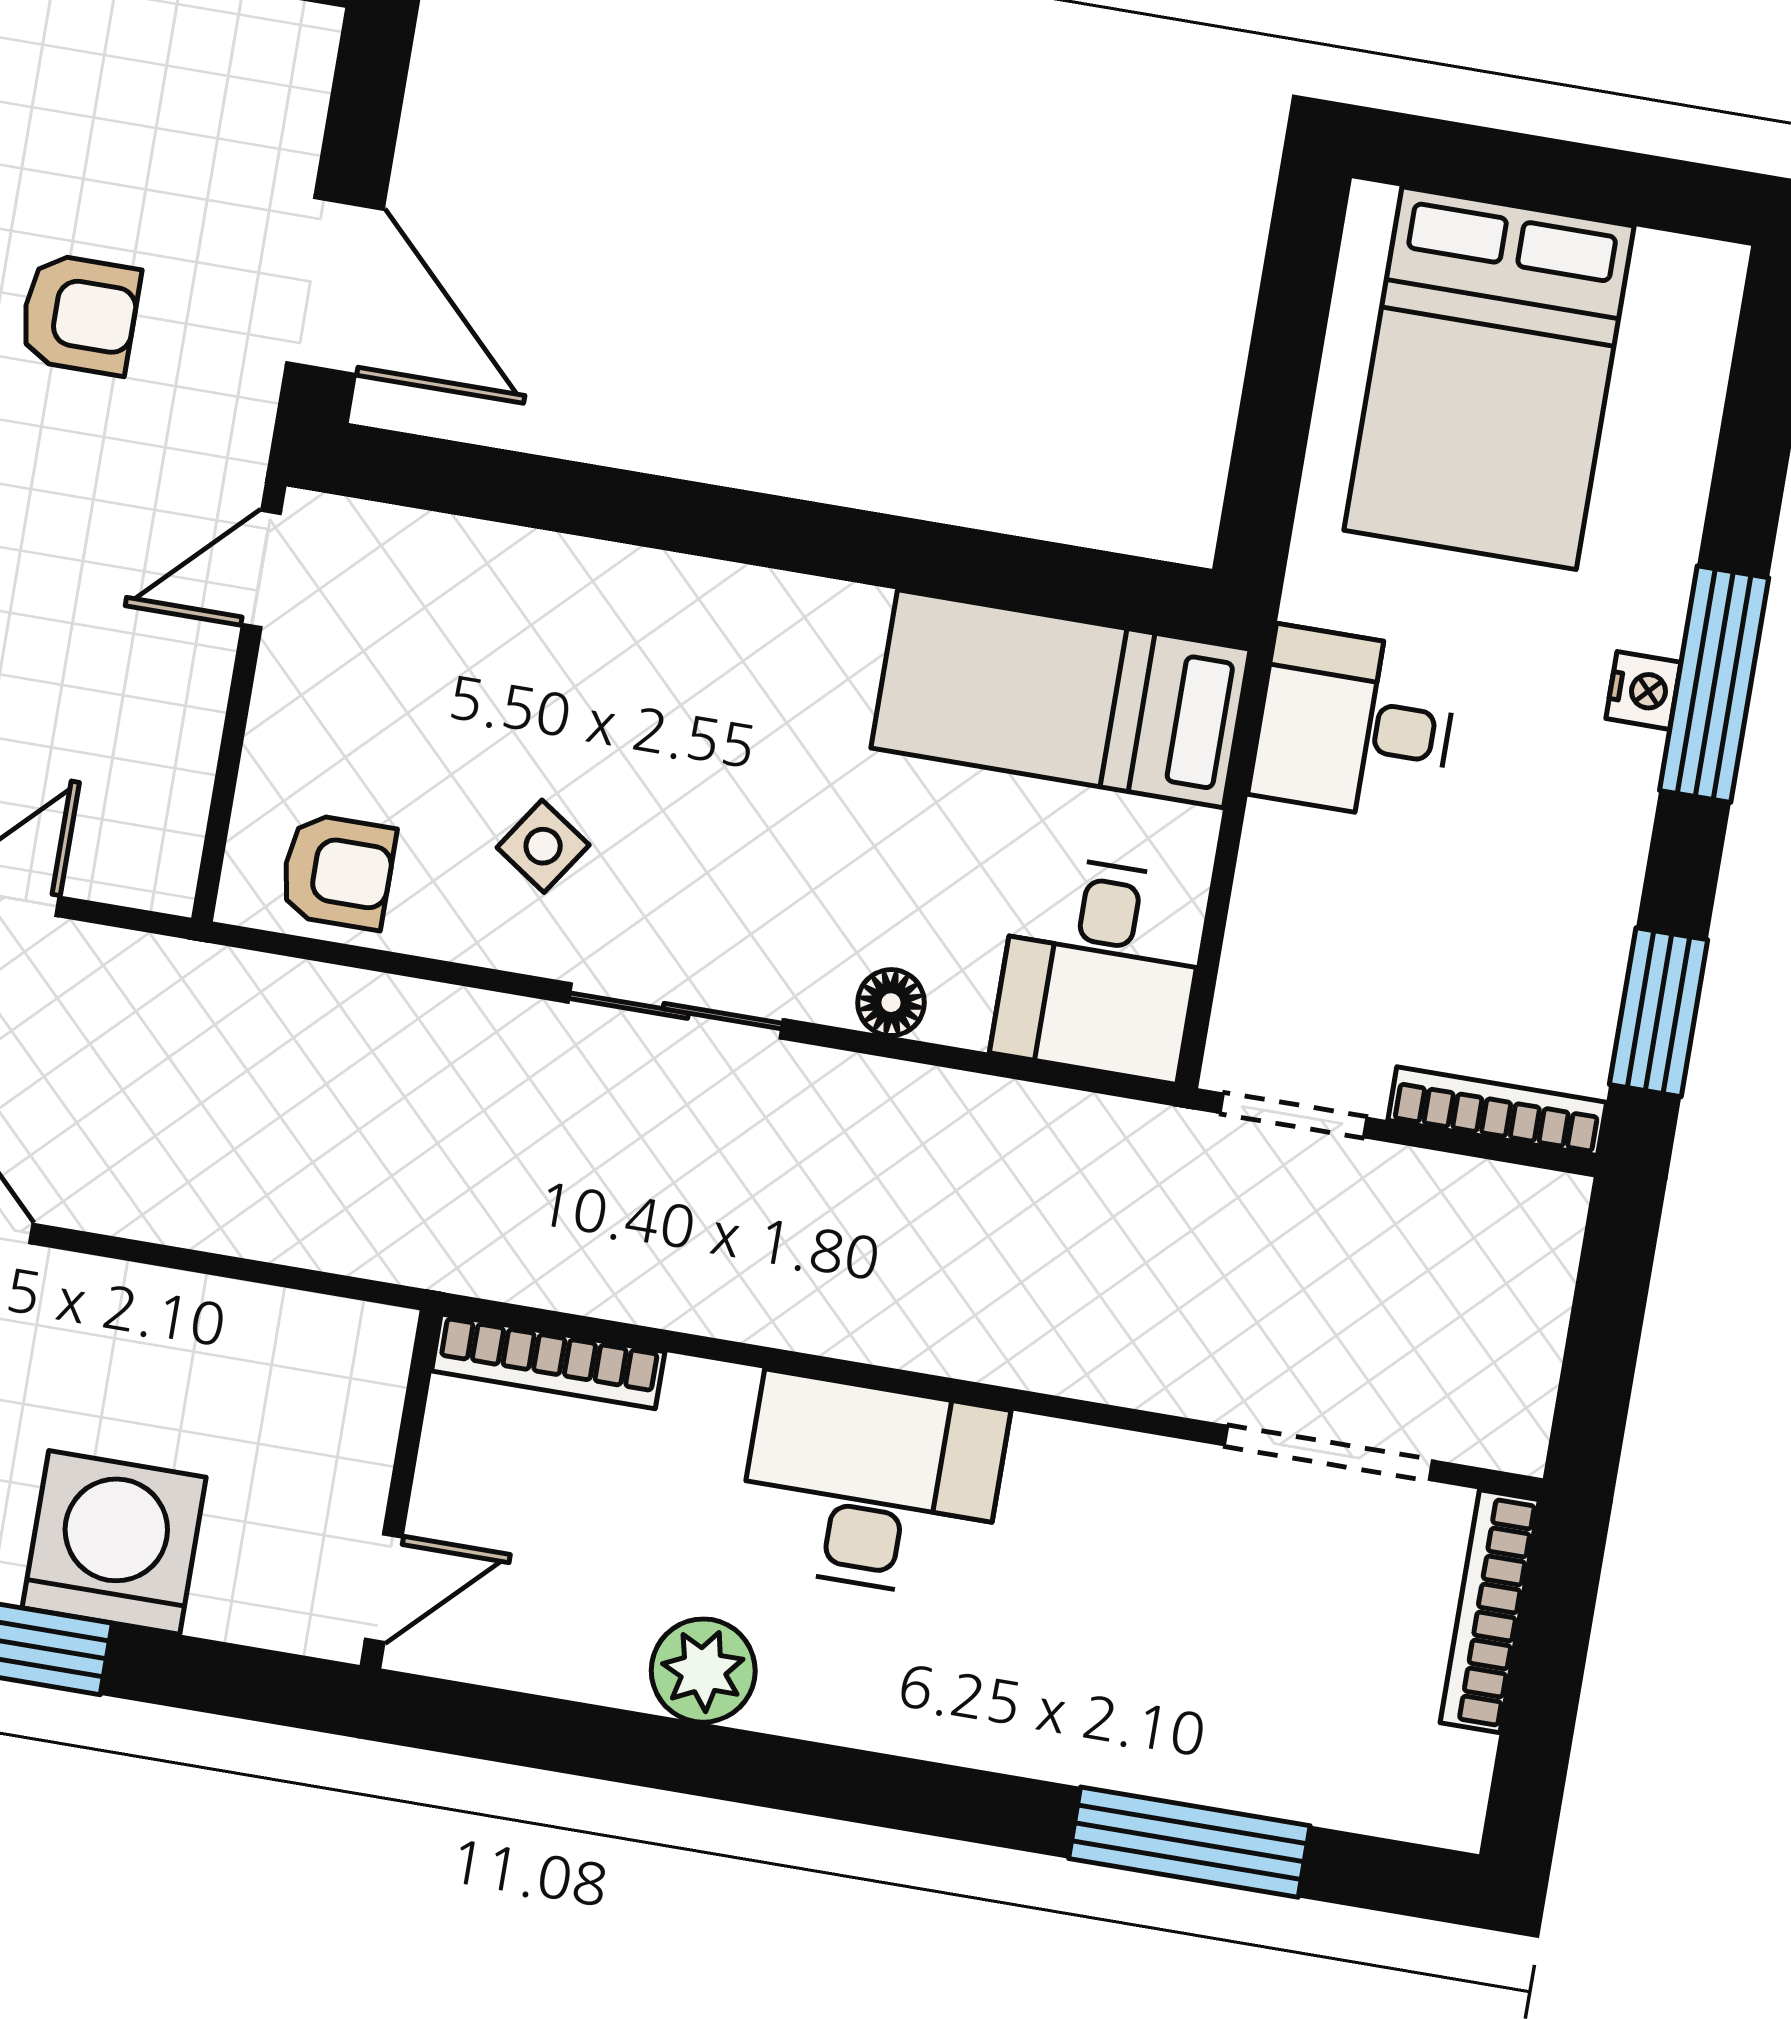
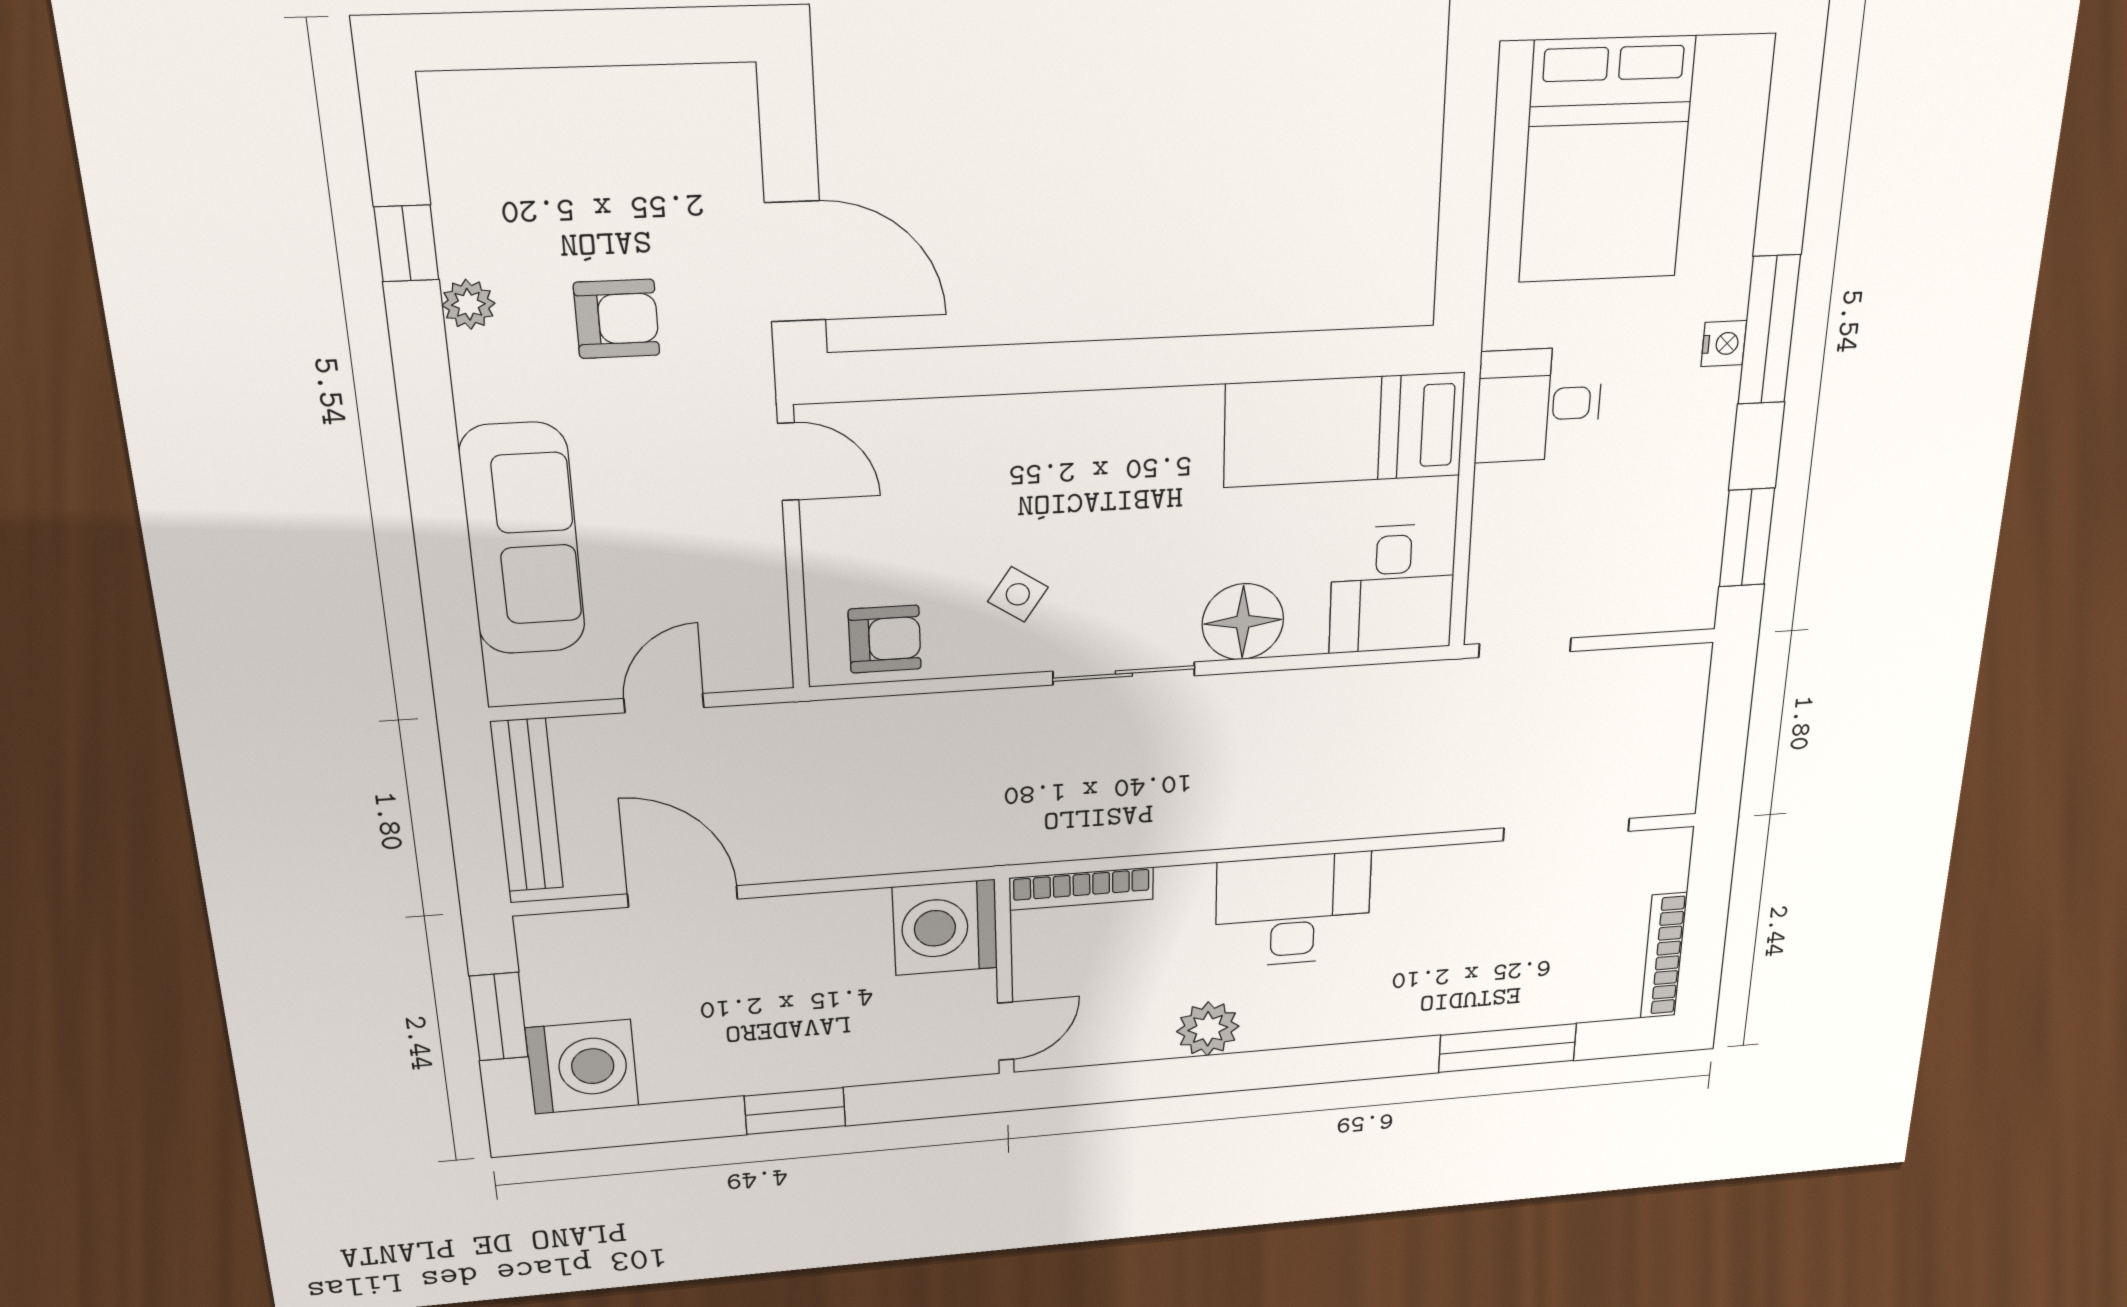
door: (261, 569) -> (788, 462), swing flipped
floor lamp: (891, 1003) -> (1243, 622), width x1.89, depth x1.89
bookcase: (1497, 1111) -> (1651, 617), removed
washing machine: (114, 1542) -> (945, 927), moved, turned -90
bookcase: (1490, 1611) -> (1664, 956), moved

